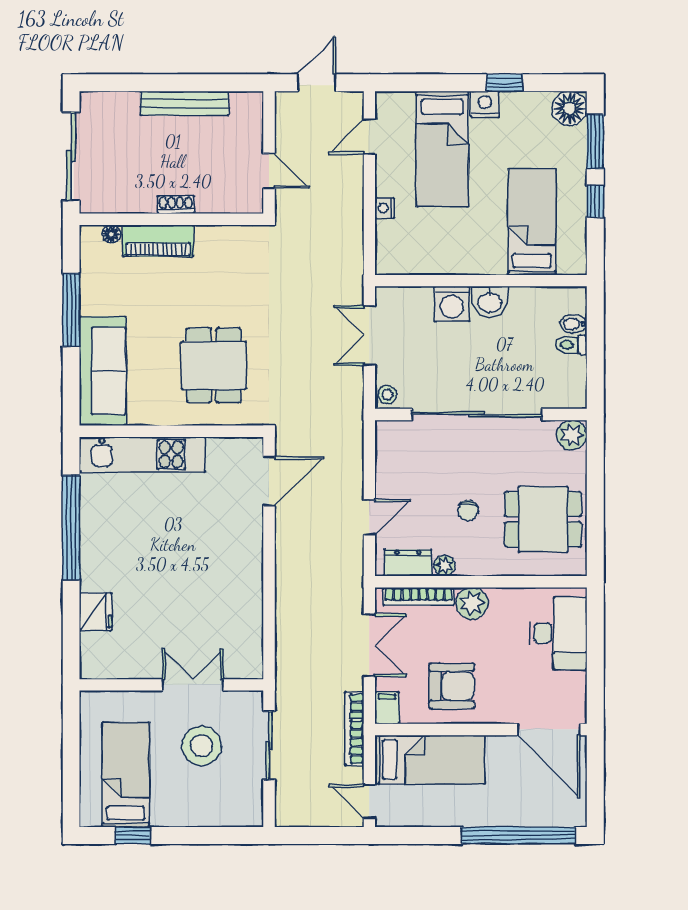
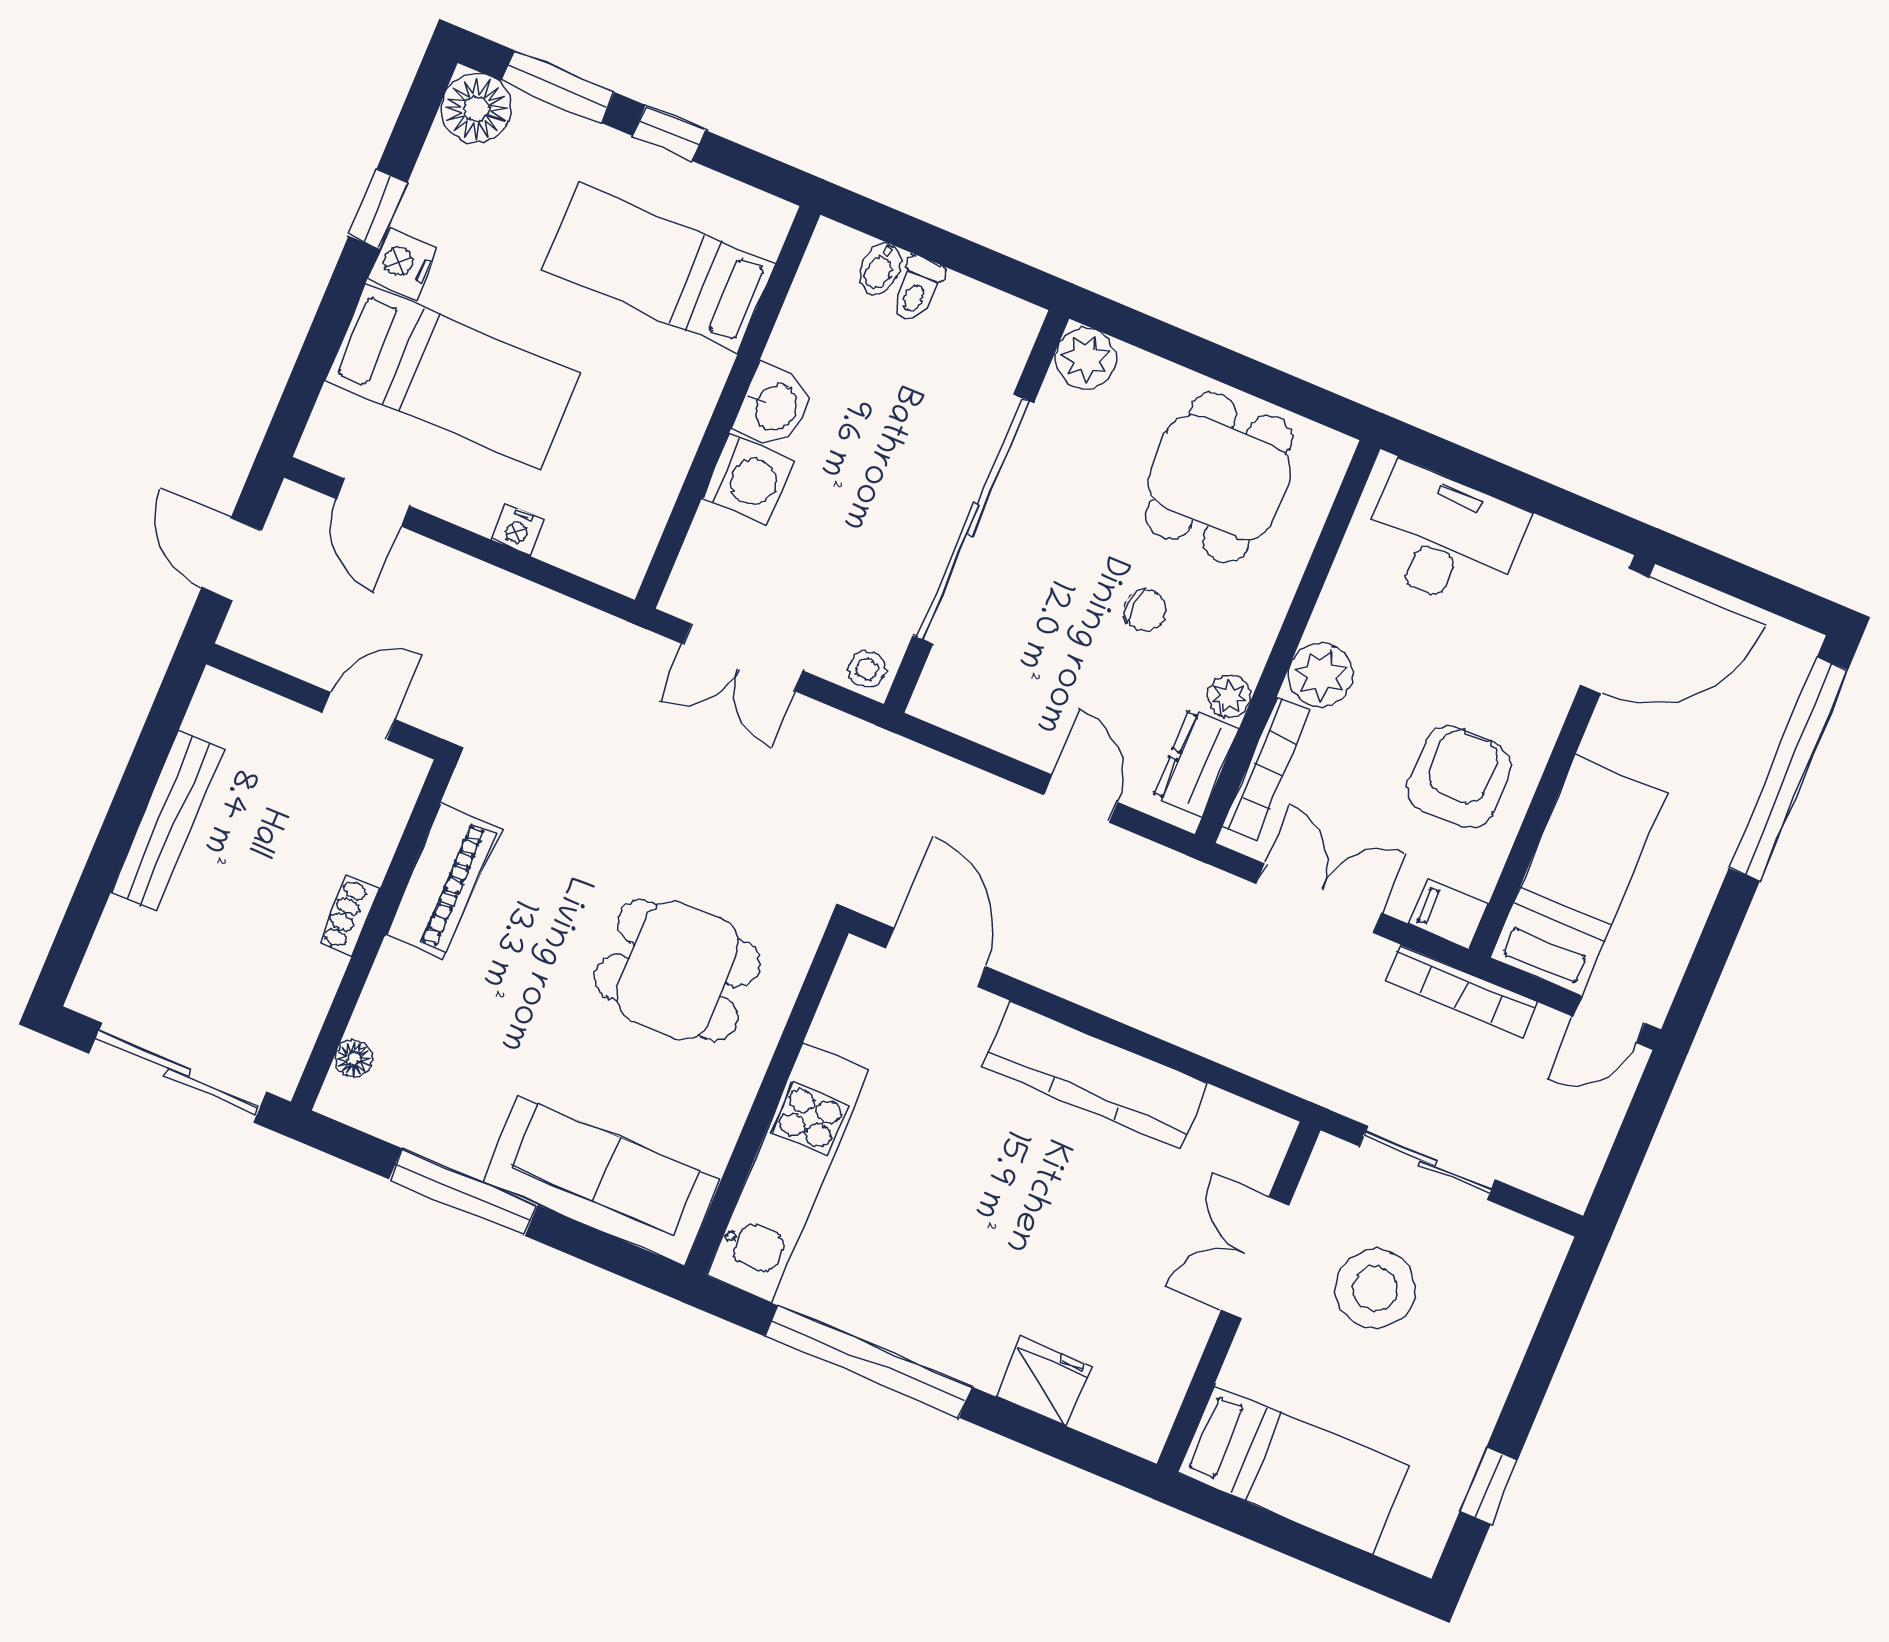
piano: (158, 241) -> (442, 881), moved
kitchen counter: (246, 576) -> (1095, 1075), added
bed: (126, 775) -> (1293, 1469), moved, turned 180

